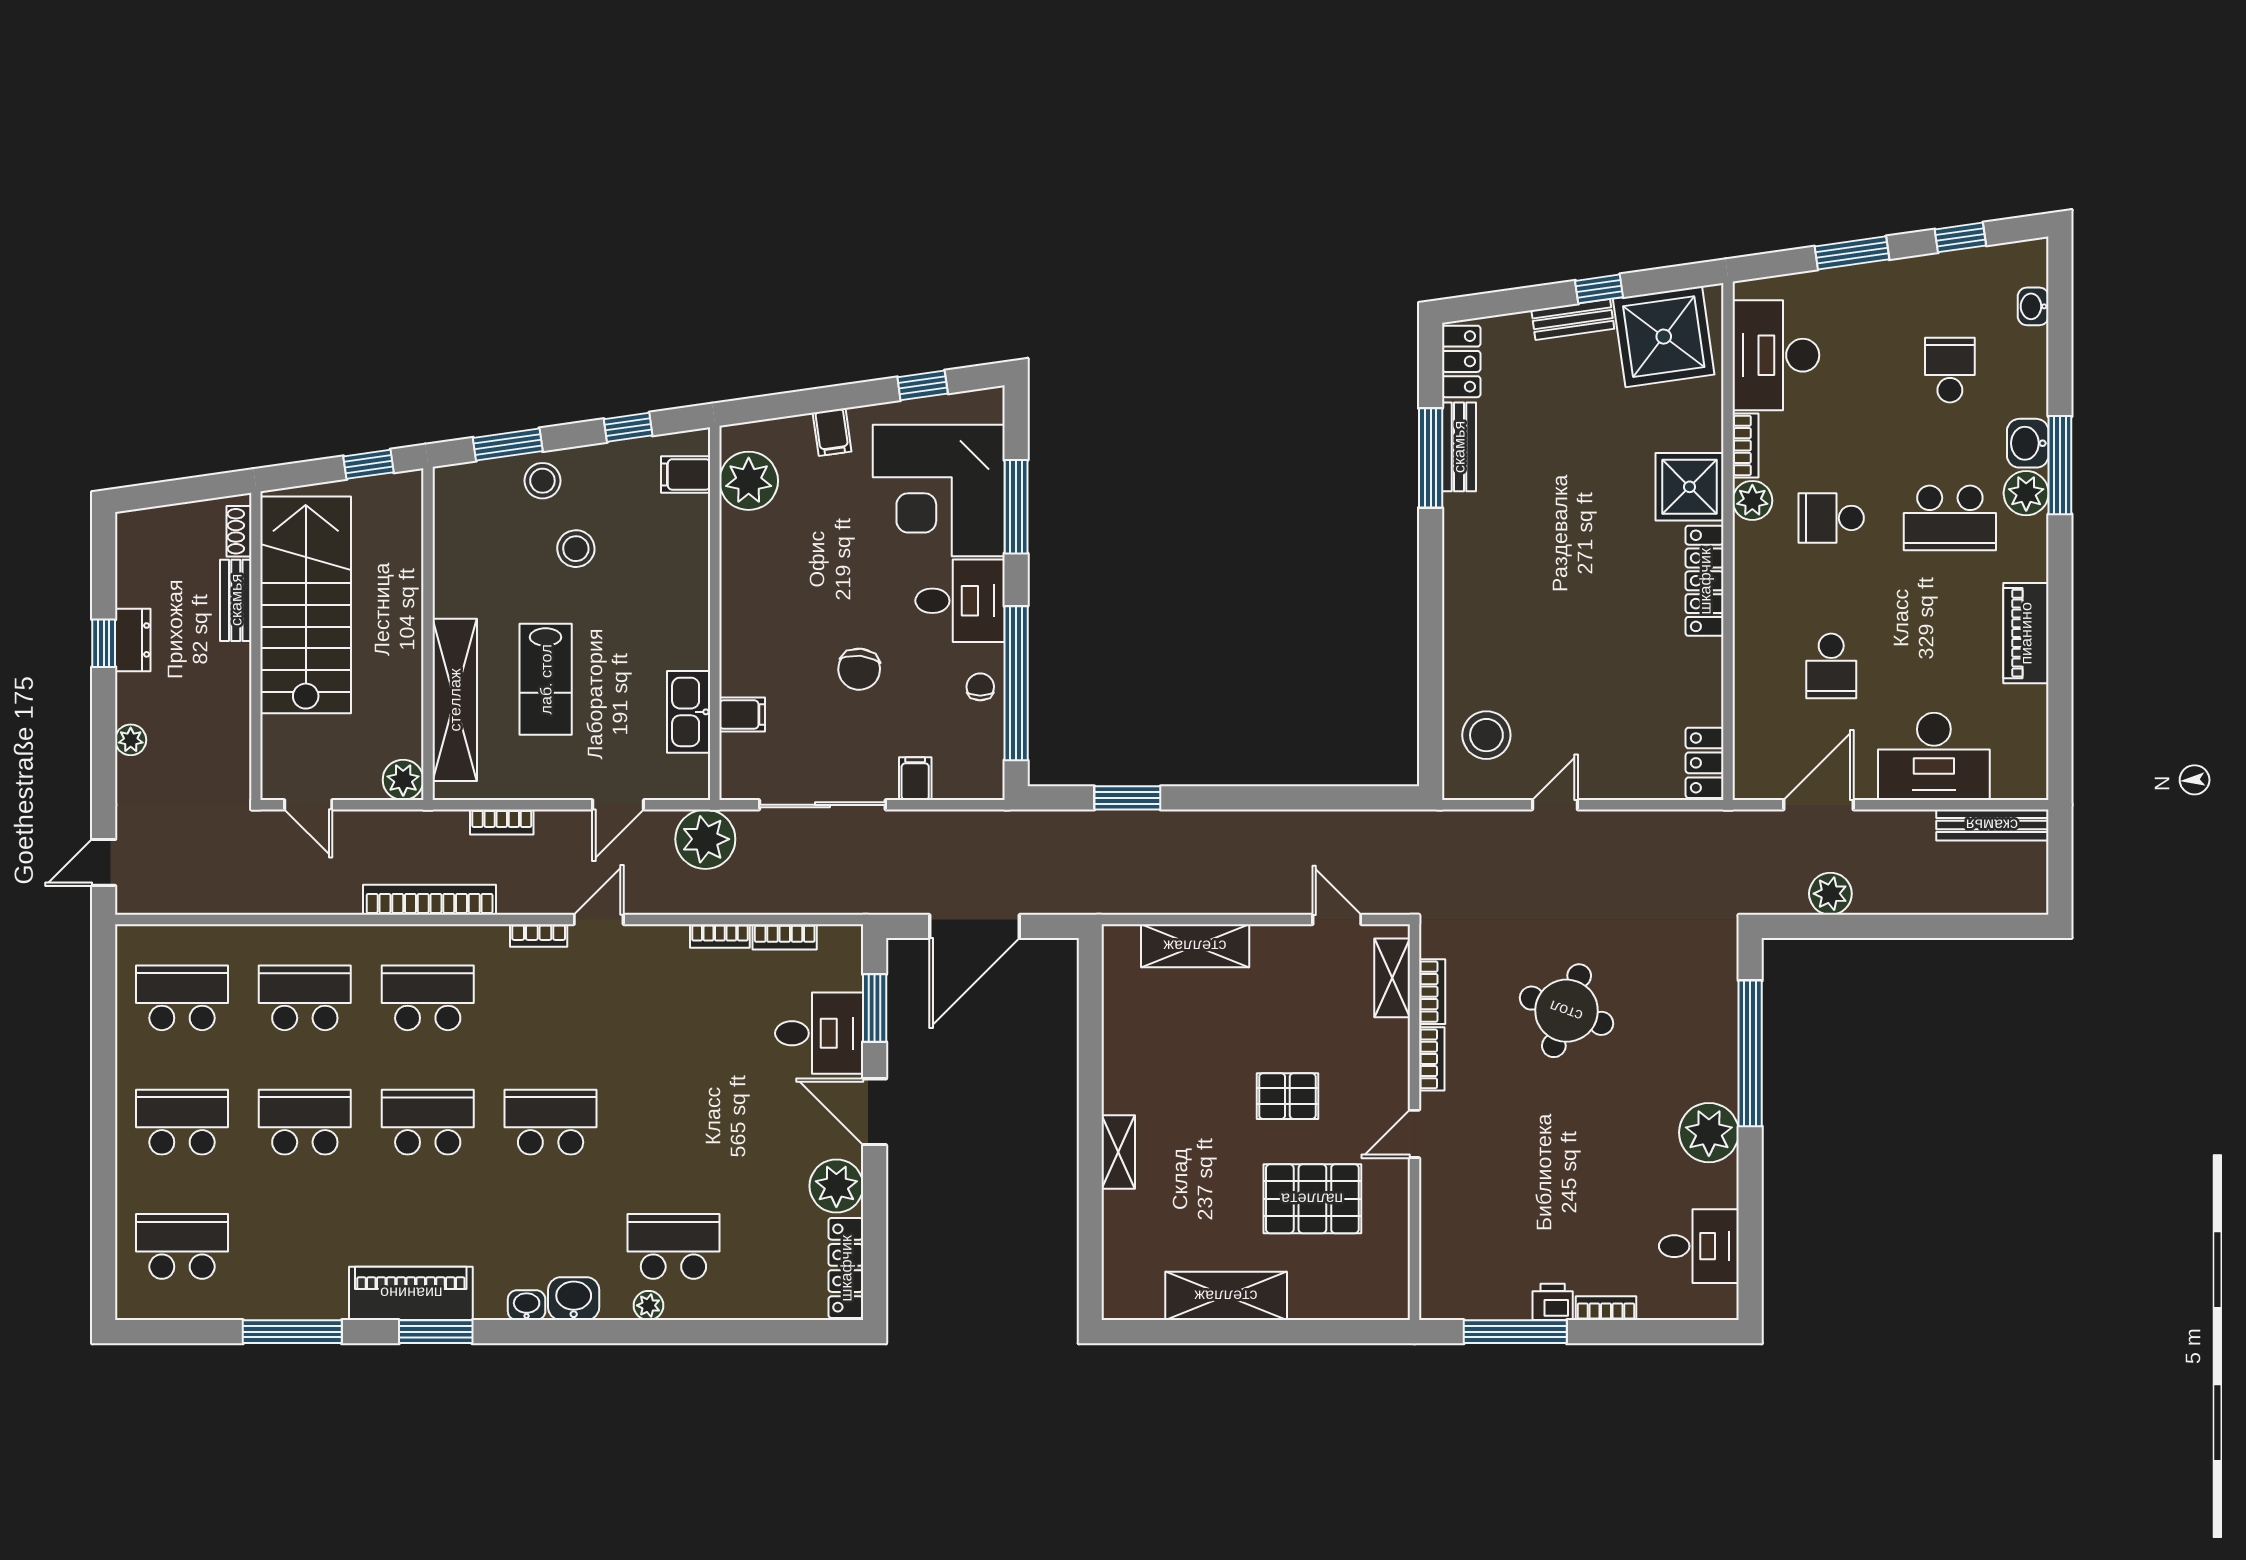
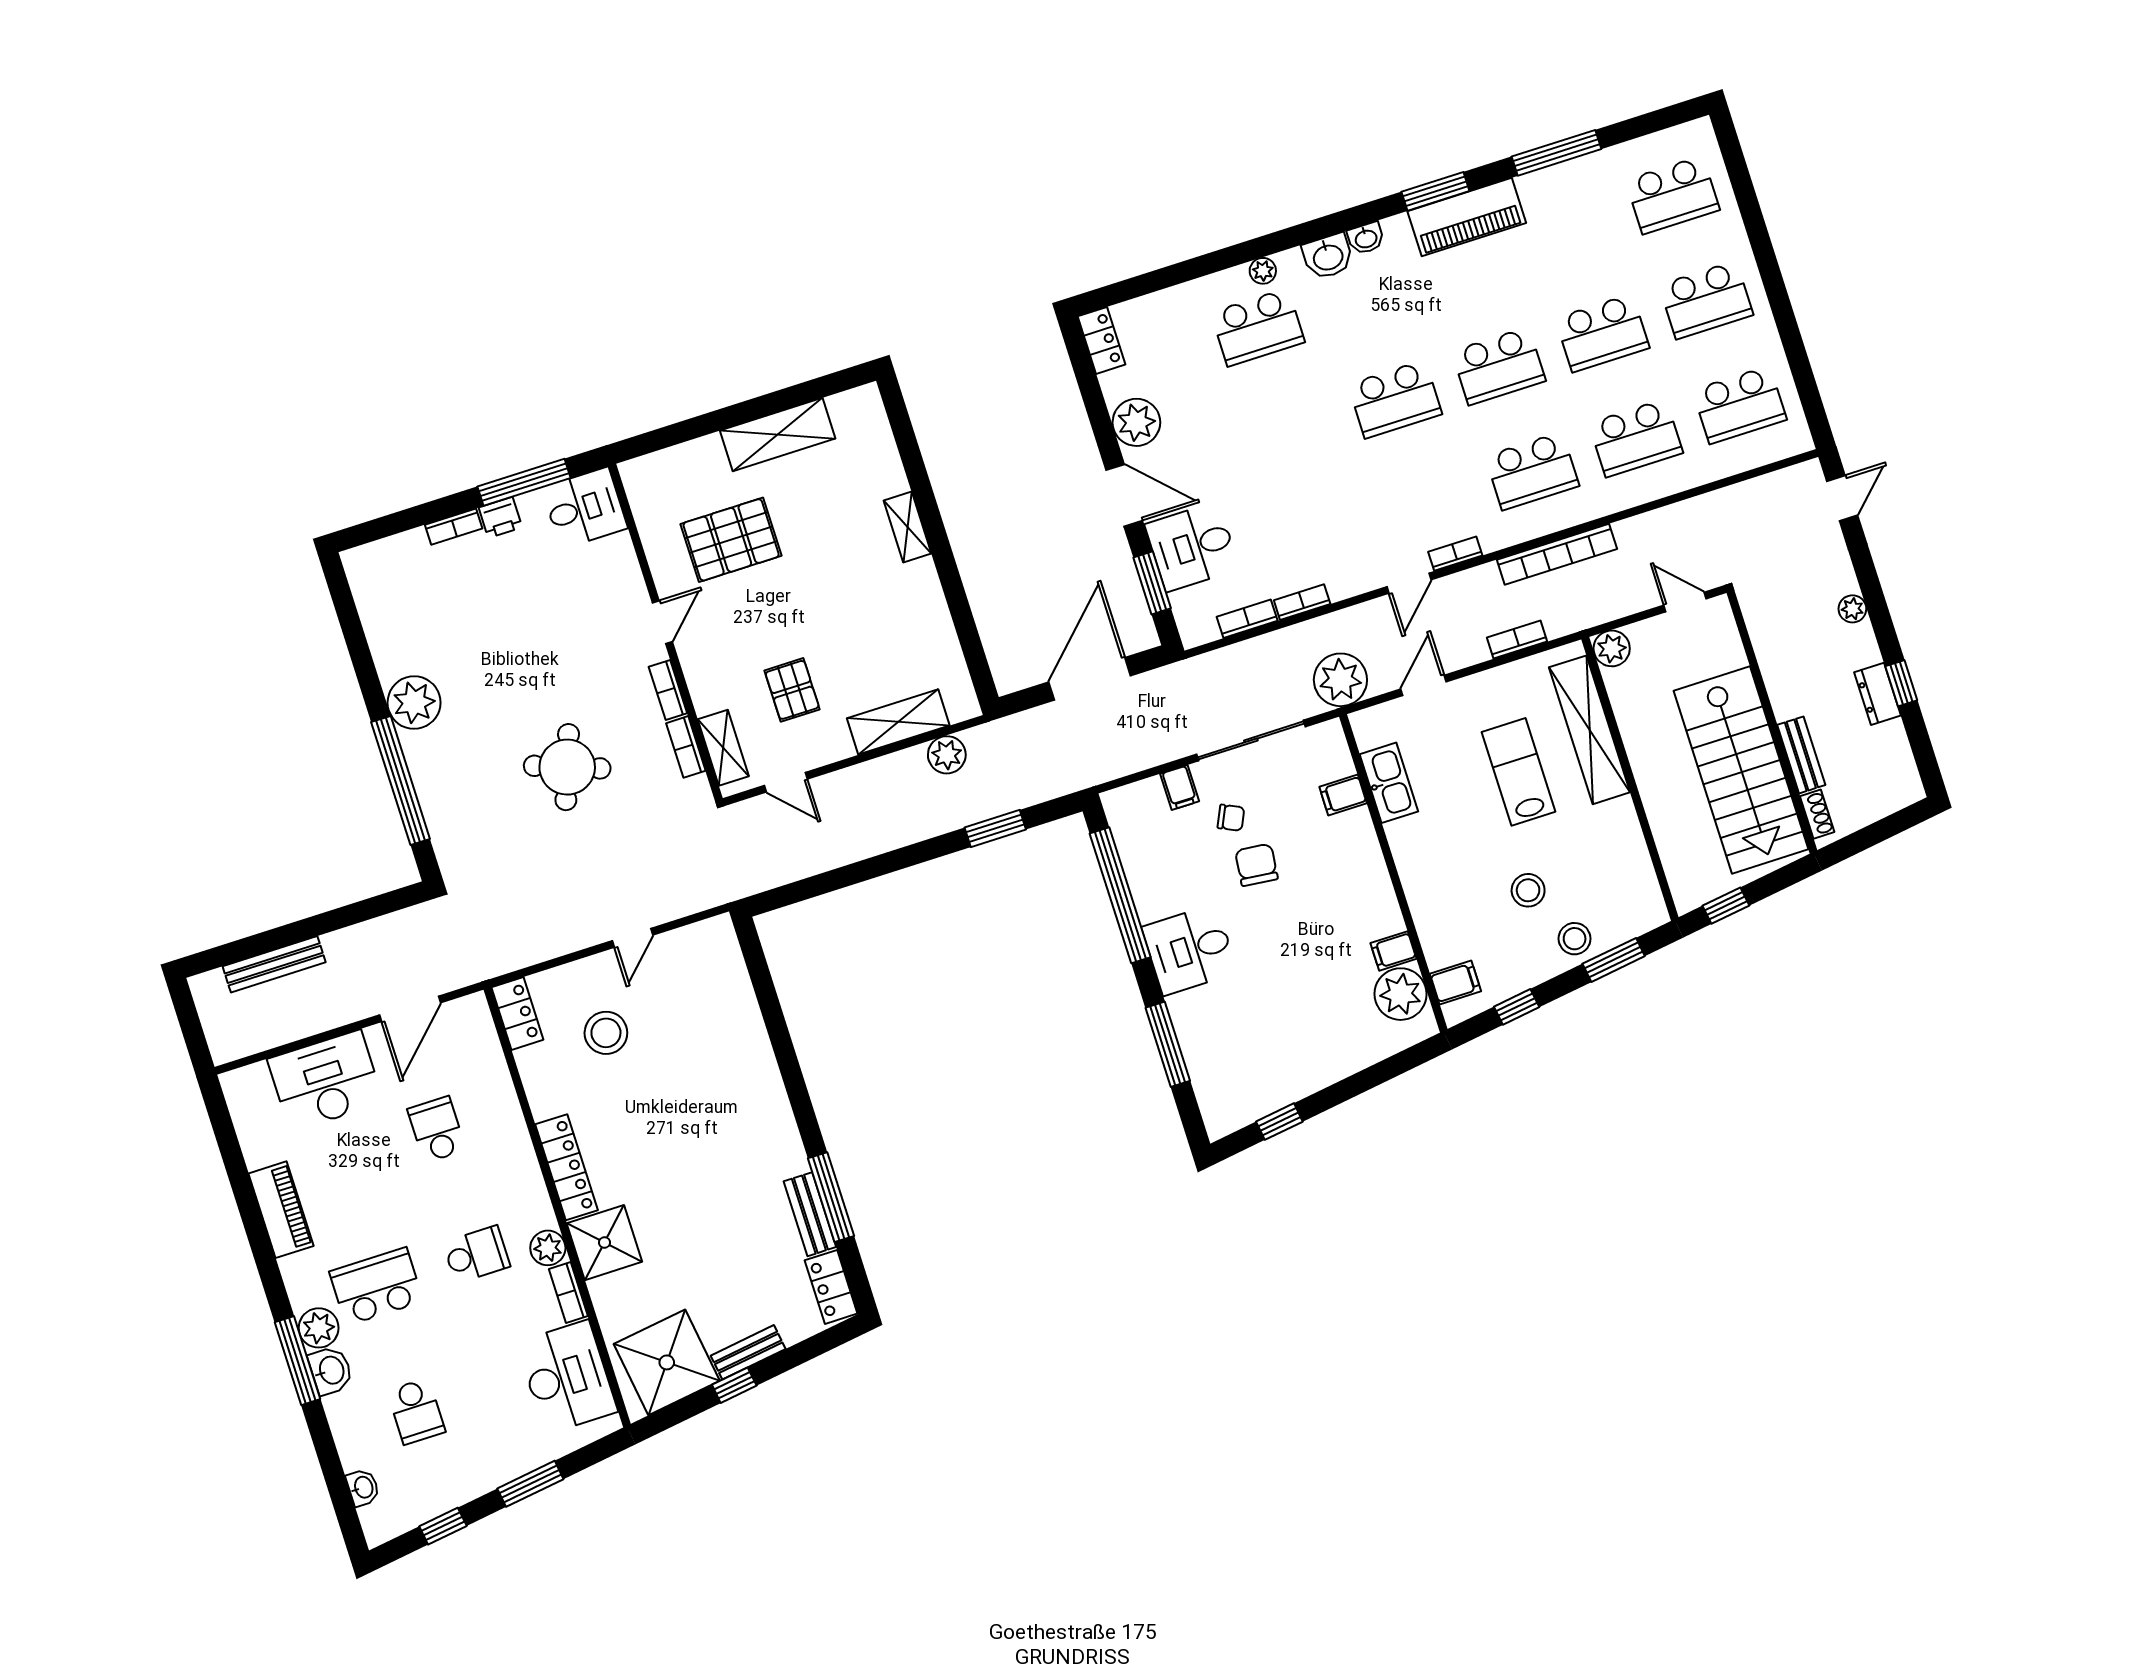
filing cabinet: (832, 432) -> (1393, 951), moved, turned -82
corner desk: (939, 491) -> (1237, 1037), removed
chair: (980, 687) -> (1231, 818), moved, turned -65
stool: (1486, 735) -> (606, 1033), moved
bench: (1992, 825) -> (274, 964), moved
plant: (1830, 894) -> (947, 755), moved
pallet: (1287, 1096) -> (792, 690), moved, turned 90
desk: (1699, 1246) -> (585, 508), moved, turned 180
locker: (846, 1268) -> (1101, 340), width x0.66

